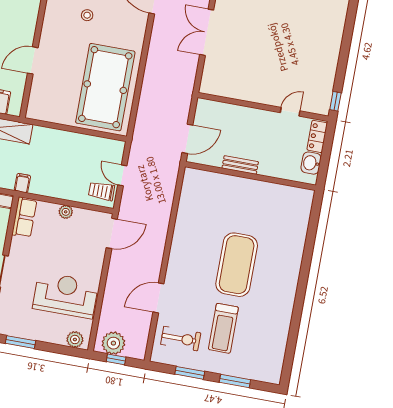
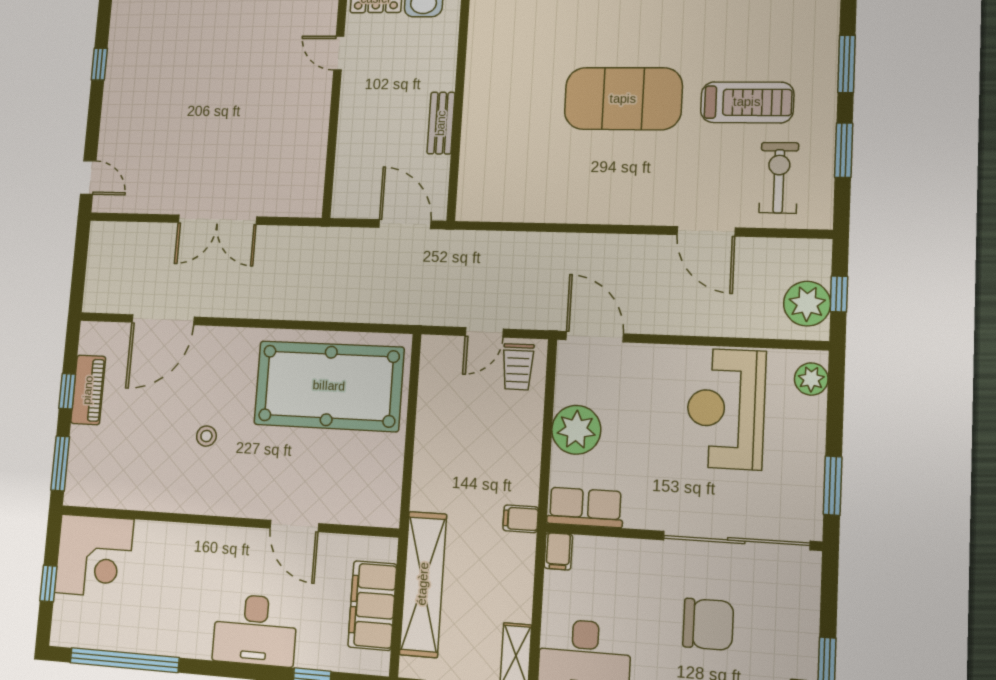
plant: (66, 212) -> (576, 430), width x1.87, depth x1.87

